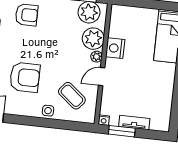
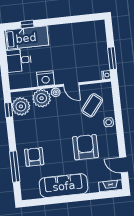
desk: (143, 22) -> (19, 60), added
tv unit: (134, 123) -> (103, 50), removed

